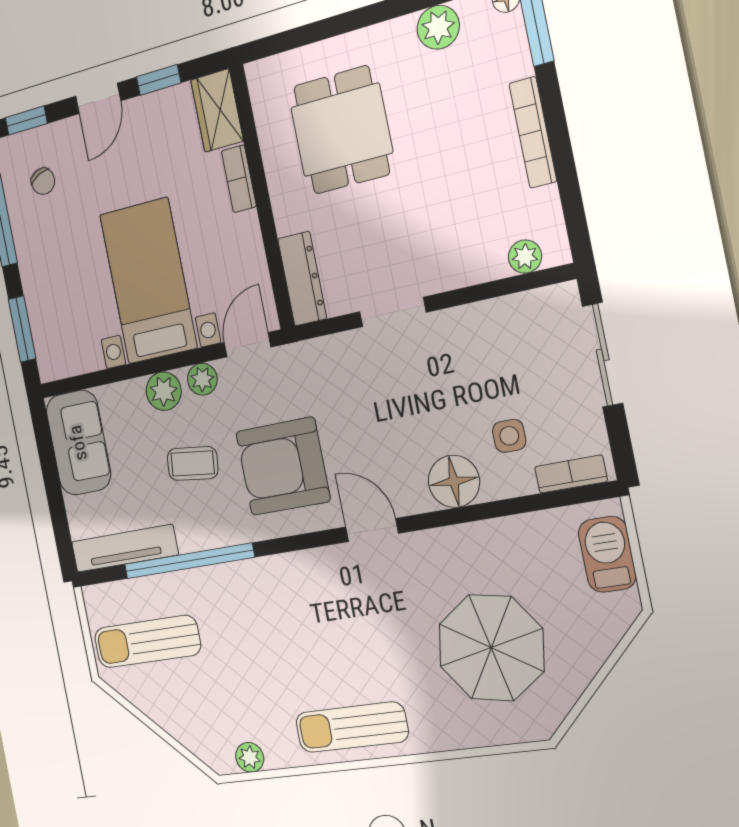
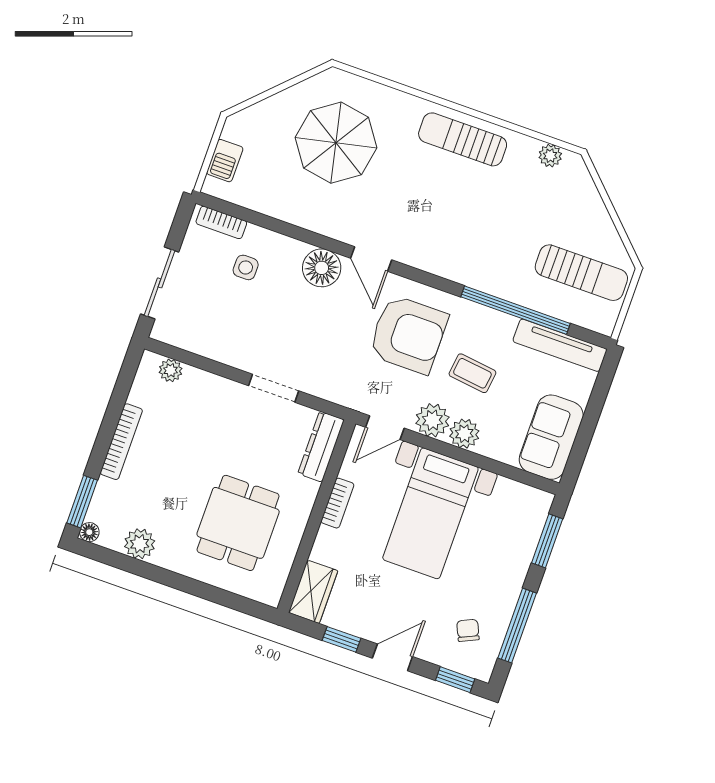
bookcase: (239, 179) -> (337, 503), moved
plant: (202, 379) -> (433, 420), width x1.38, depth x1.38
floor lamp: (454, 481) -> (322, 268), moved
barbecue: (607, 554) -> (225, 161), width x0.73, depth x0.79
sun lounger: (352, 727) -> (463, 139), turned 180

